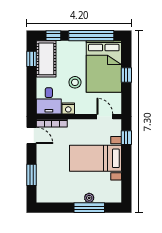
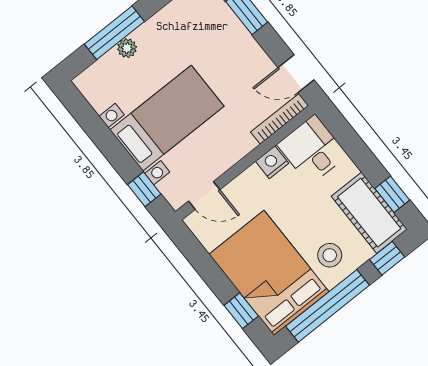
window: (126, 75) -> (241, 311), moved
stool: (75, 82) -> (330, 255), moved

